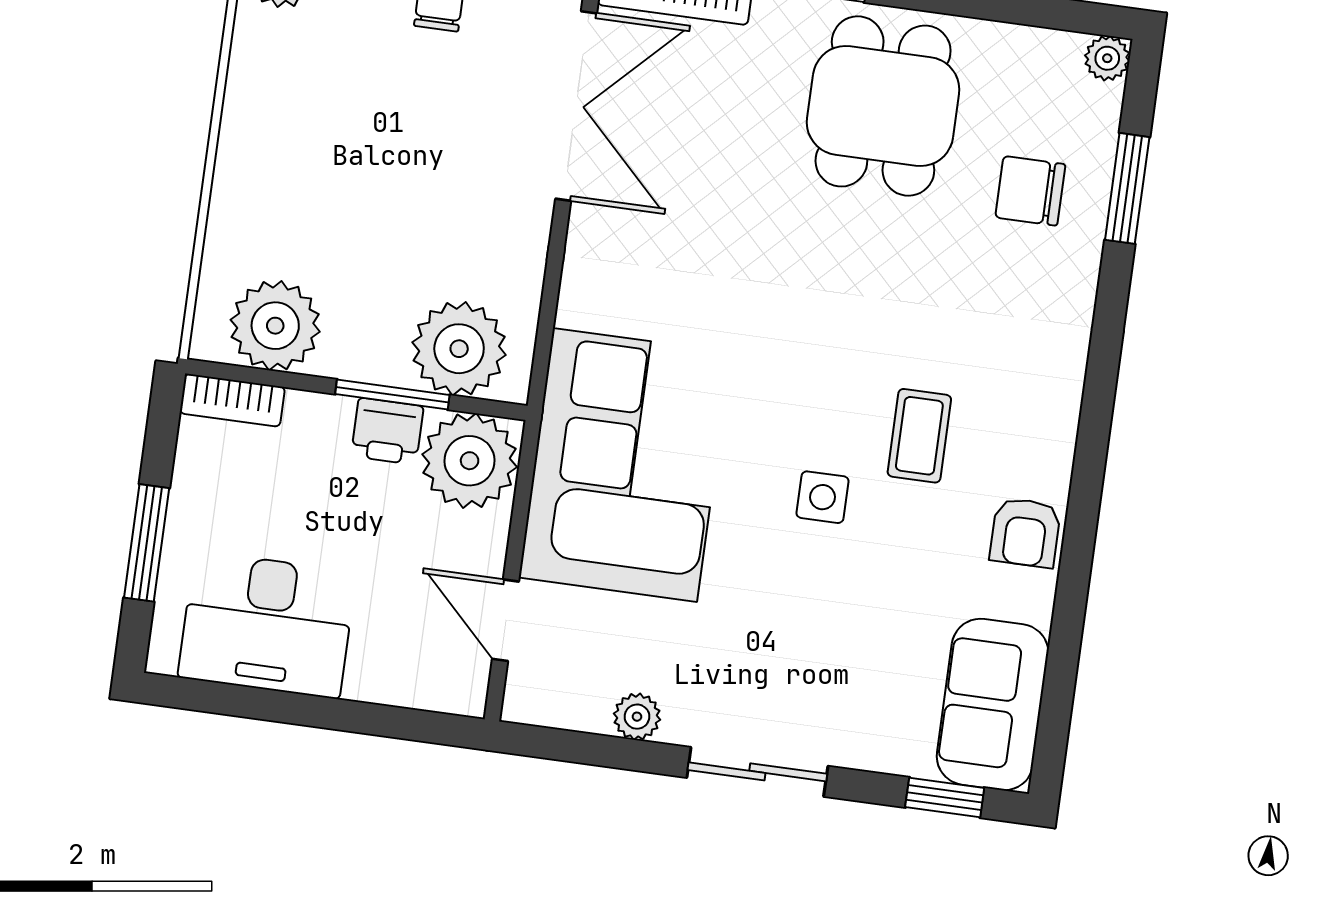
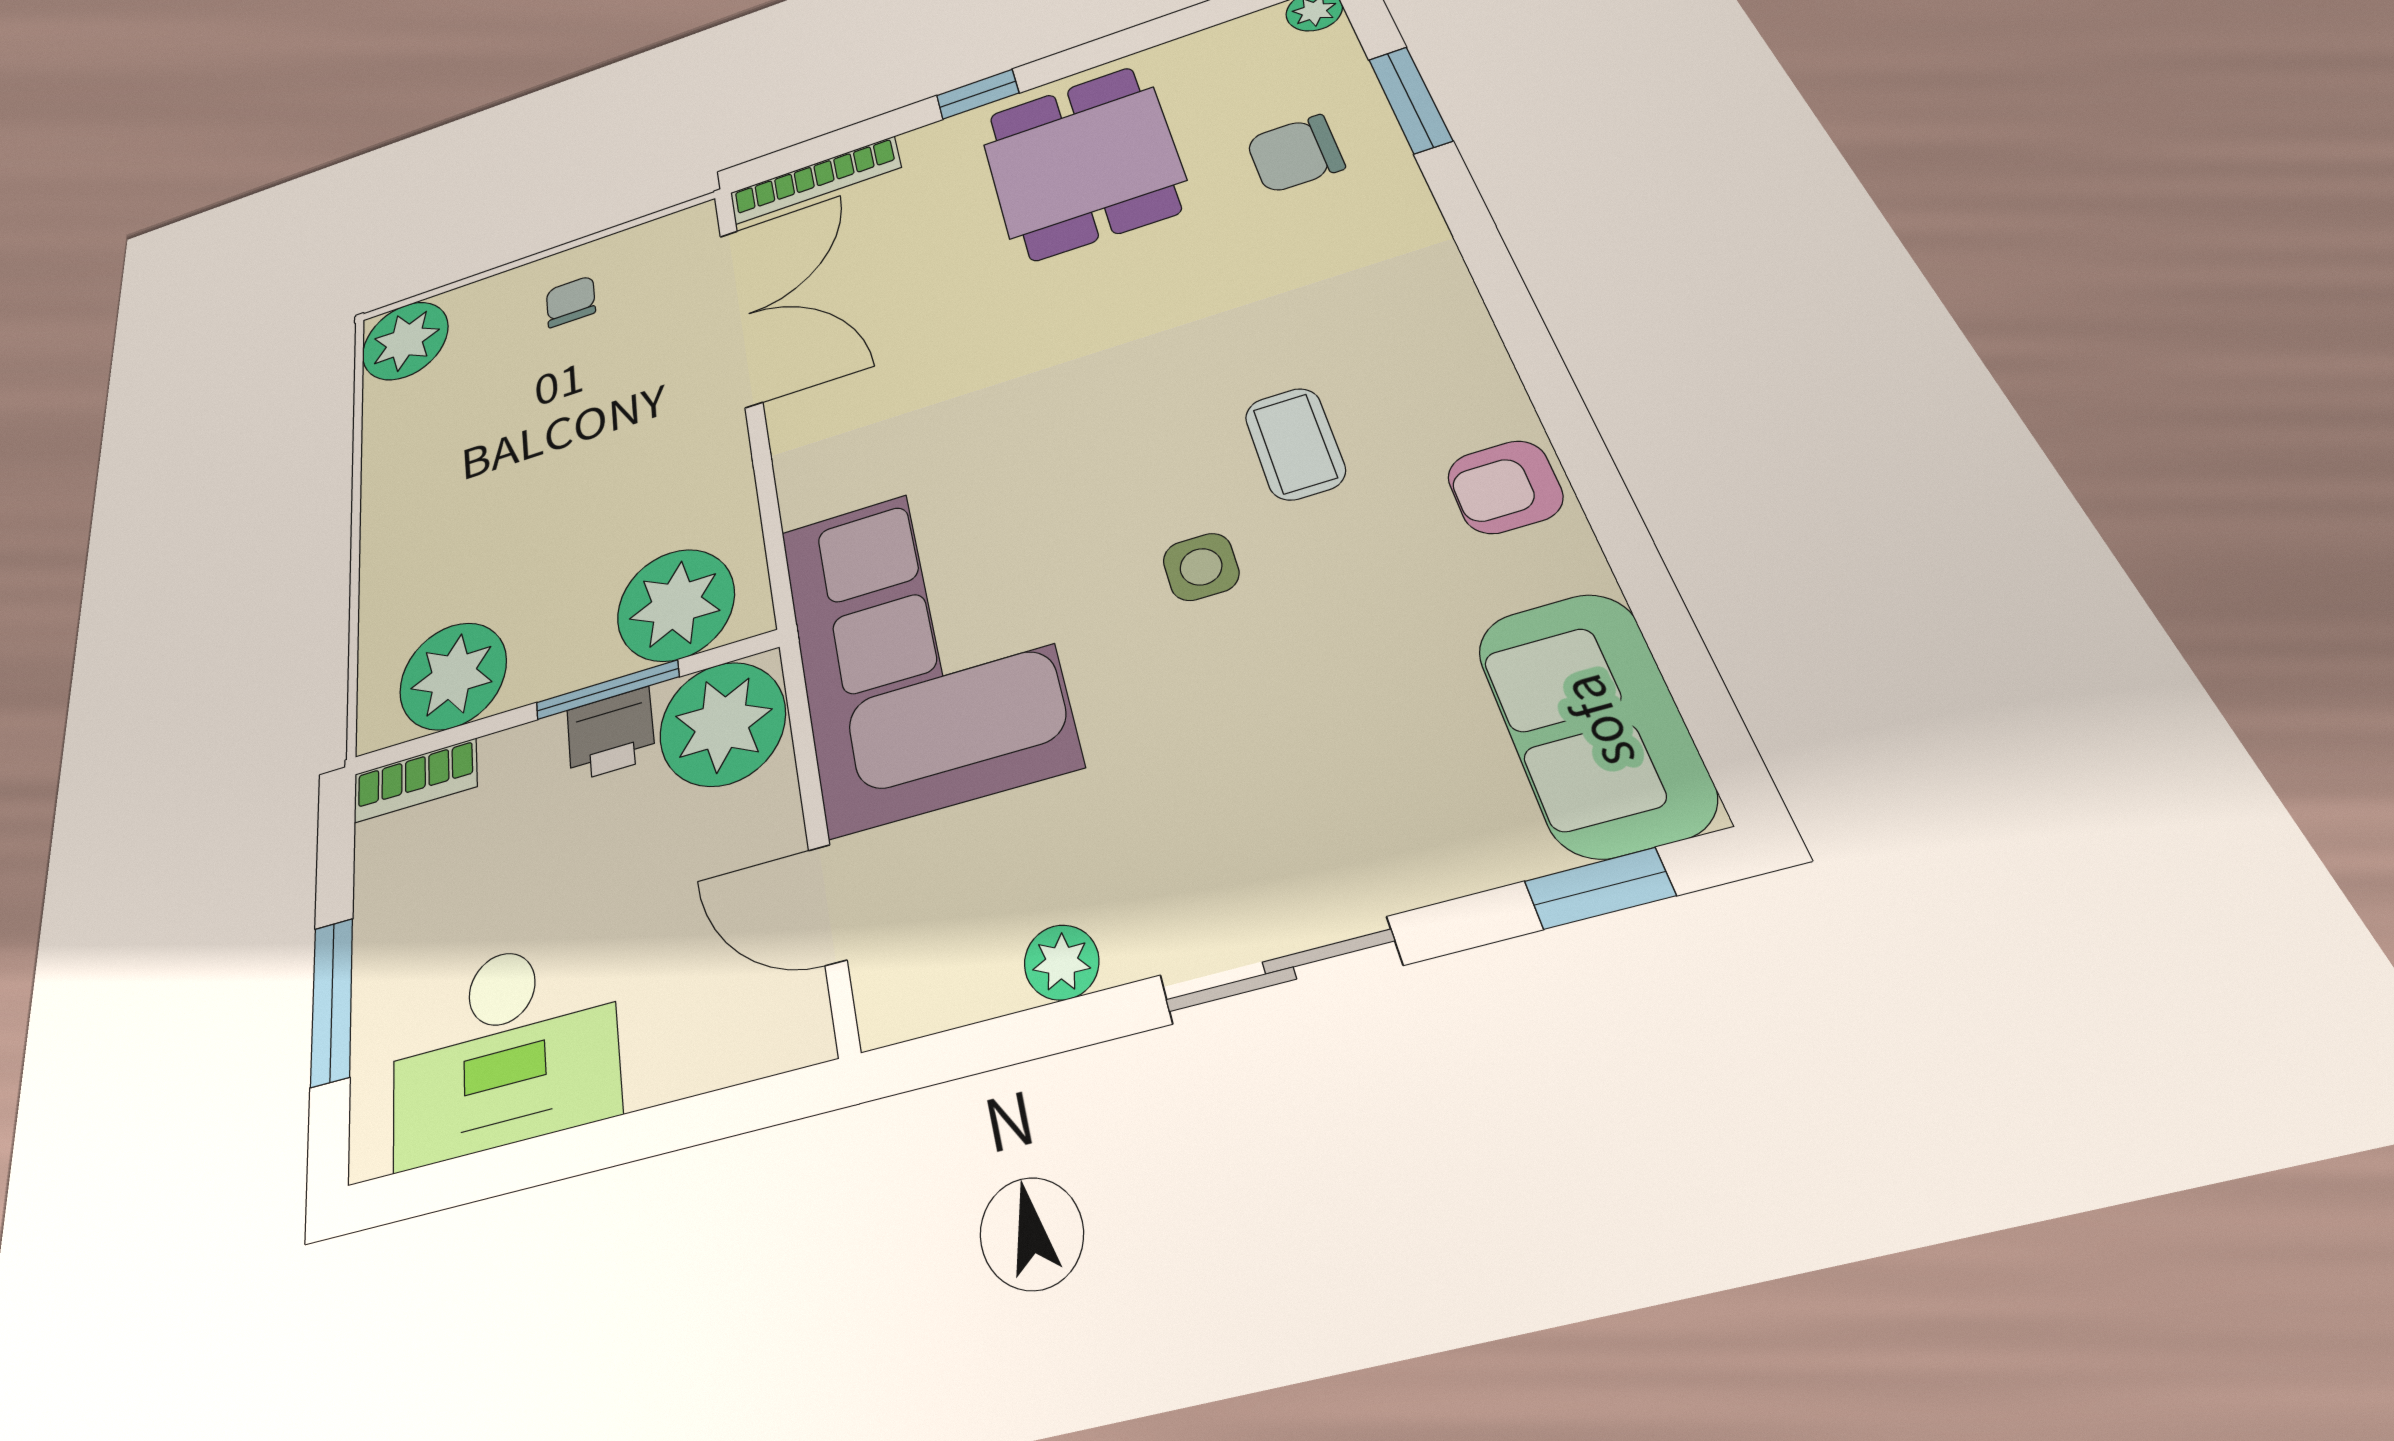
armchair: (1025, 532) -> (1505, 487), turned 90

